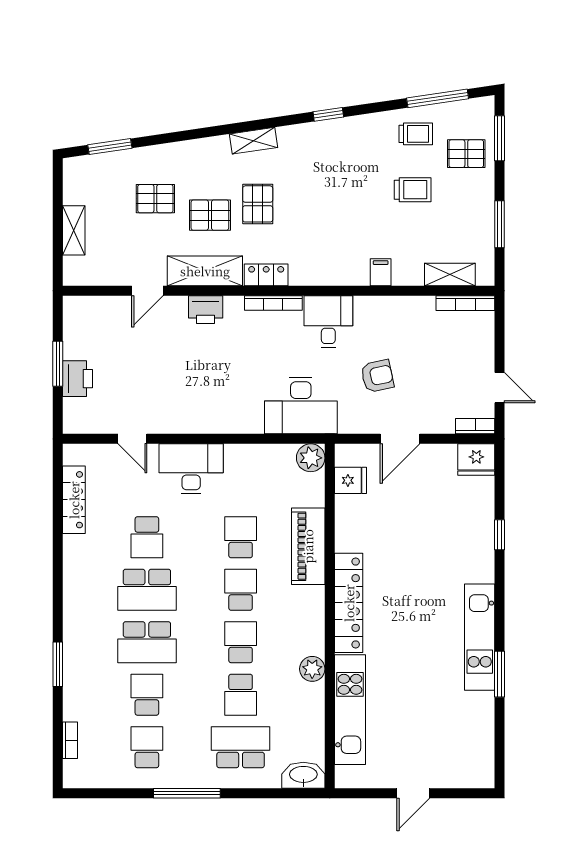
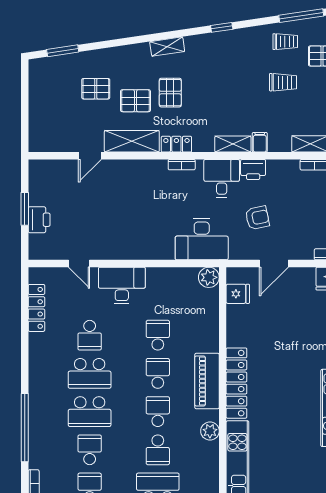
shelving: (74, 230) -> (233, 144), moved, turned 90
bookcase: (273, 303) -> (182, 165), width x0.64
printer: (206, 310) -> (253, 169), moved
piano: (308, 546) -> (207, 381), moved
window: (58, 664) -> (25, 428), width x2.11

